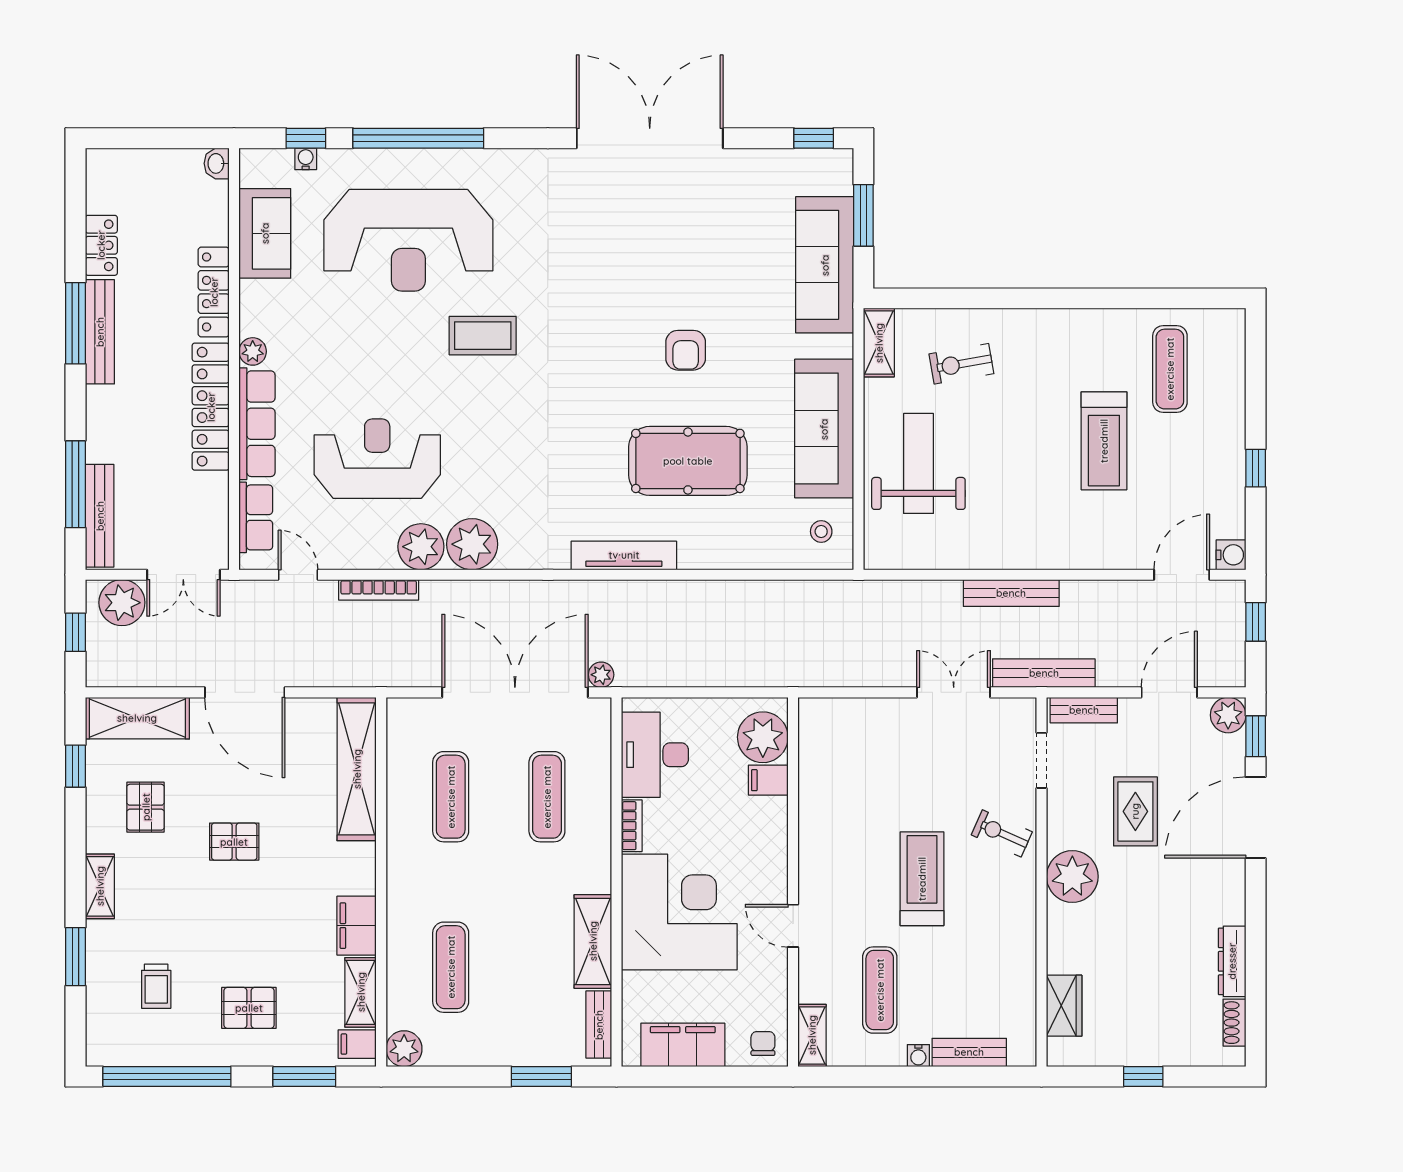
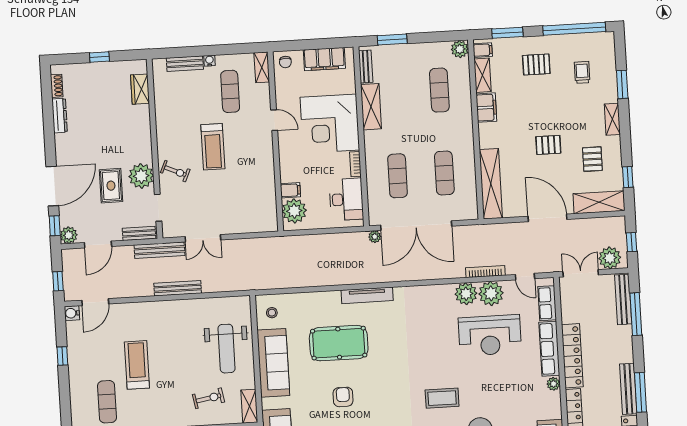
plant: (472, 544) -> (491, 293), moved
plant: (1072, 877) -> (141, 176), moved

